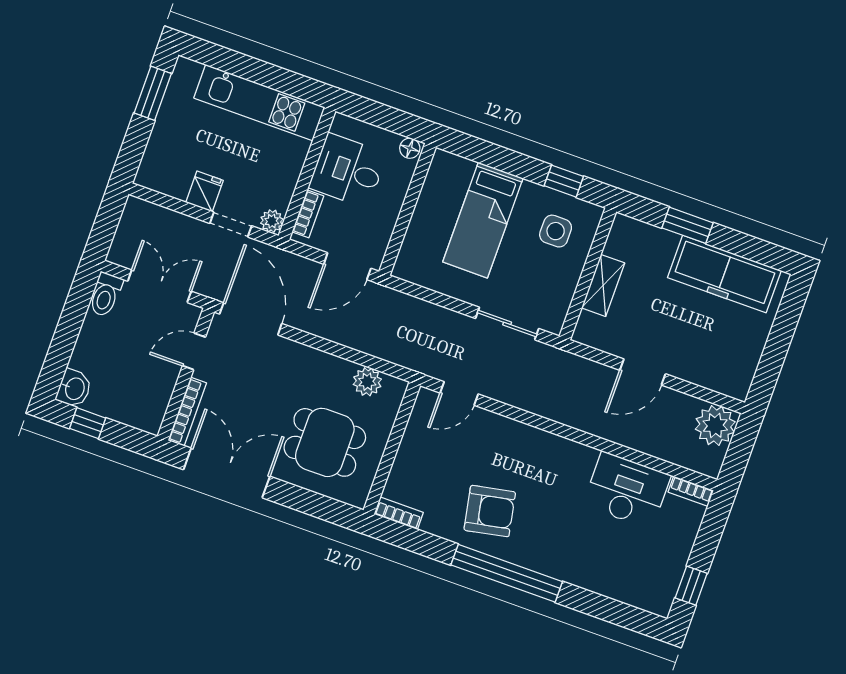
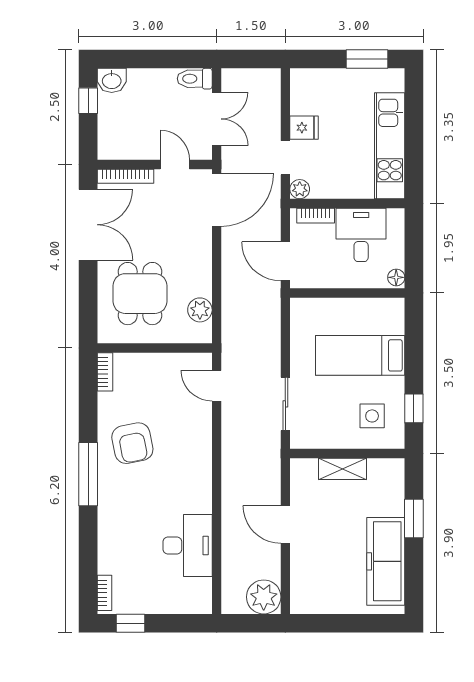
bookcase: (691, 491) -> (104, 593), moved, turned 180
window: (507, 573) -> (88, 474), width x0.68

